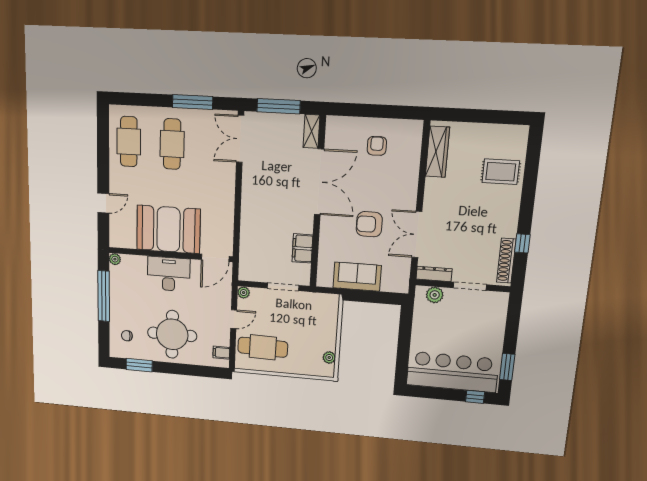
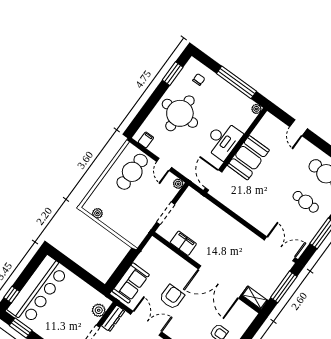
cafe table: (172, 144) -> (306, 202), width x0.73, depth x0.74
booth: (168, 229) -> (248, 158), width x0.73, depth x0.70
sofa: (357, 277) -> (131, 283), moved

